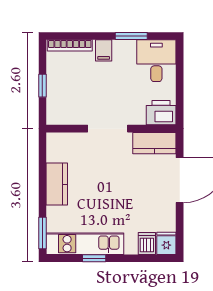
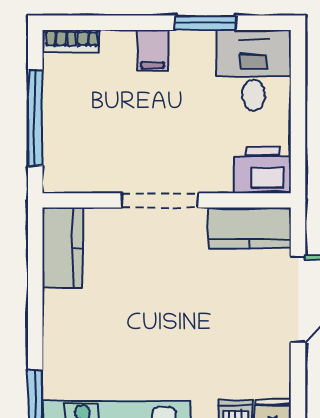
bookcase: (70, 45) -> (72, 41), width x0.64
window: (42, 86) -> (35, 118), width x2.17
kitchen counter: (57, 184) -> (63, 248), moved

